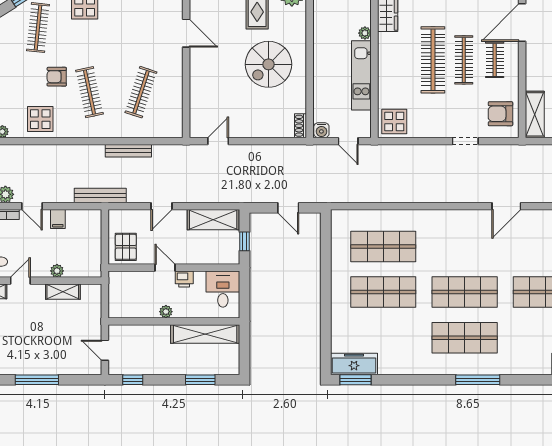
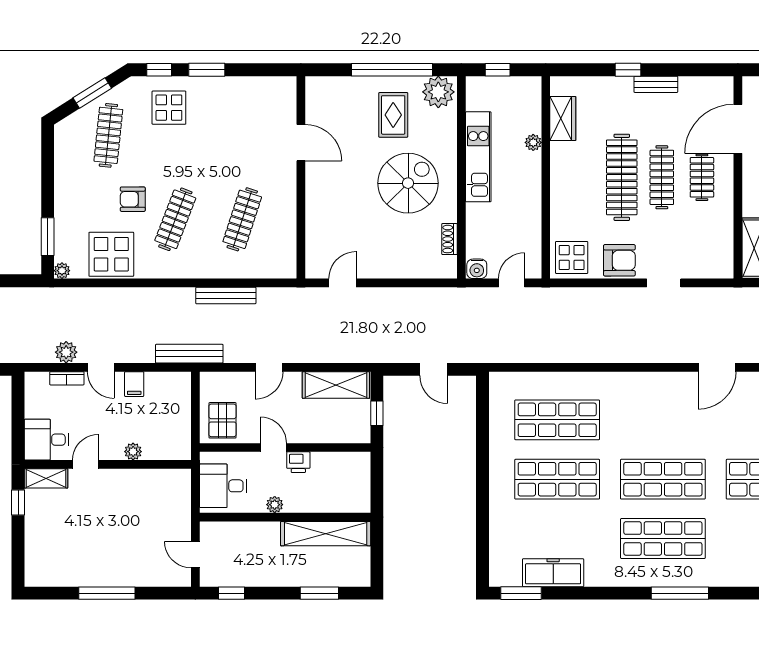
spiral stairs: (269, 64) -> (408, 183), turned 180
kitchen unit: (361, 75) -> (478, 157), moved, turned 180
clothes rail: (89, 92) -> (175, 219), turned 33
armchair: (500, 114) -> (619, 260), moved, turned 180
display table: (40, 119) -> (111, 254), width x1.36, depth x1.36
shoe rack: (300, 126) -> (449, 239), moved
door: (348, 141) -> (512, 283), swing flipped
desk: (223, 289) -> (223, 486), moved, turned -90
shelving: (63, 292) -> (141, 479), removed
freezer: (354, 364) -> (553, 573), moved

